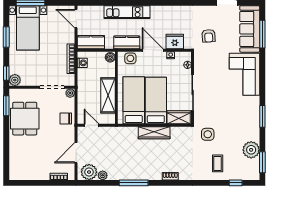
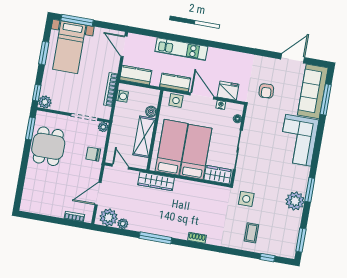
boiler: (110, 57) -> (151, 112), moved
wardrobe: (154, 133) -> (156, 181), moved
plant: (251, 150) -> (295, 201), moved

